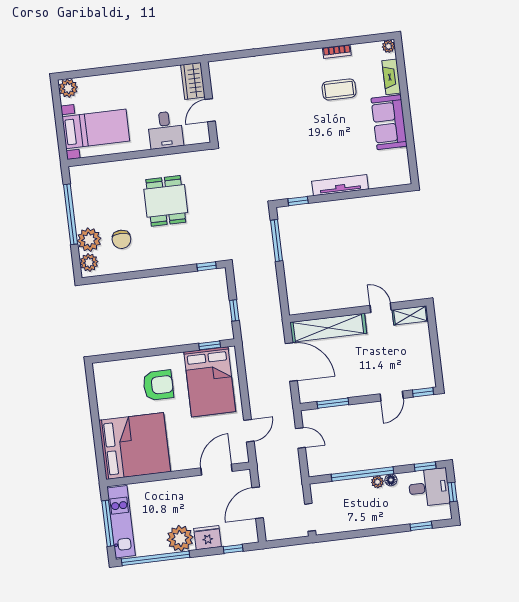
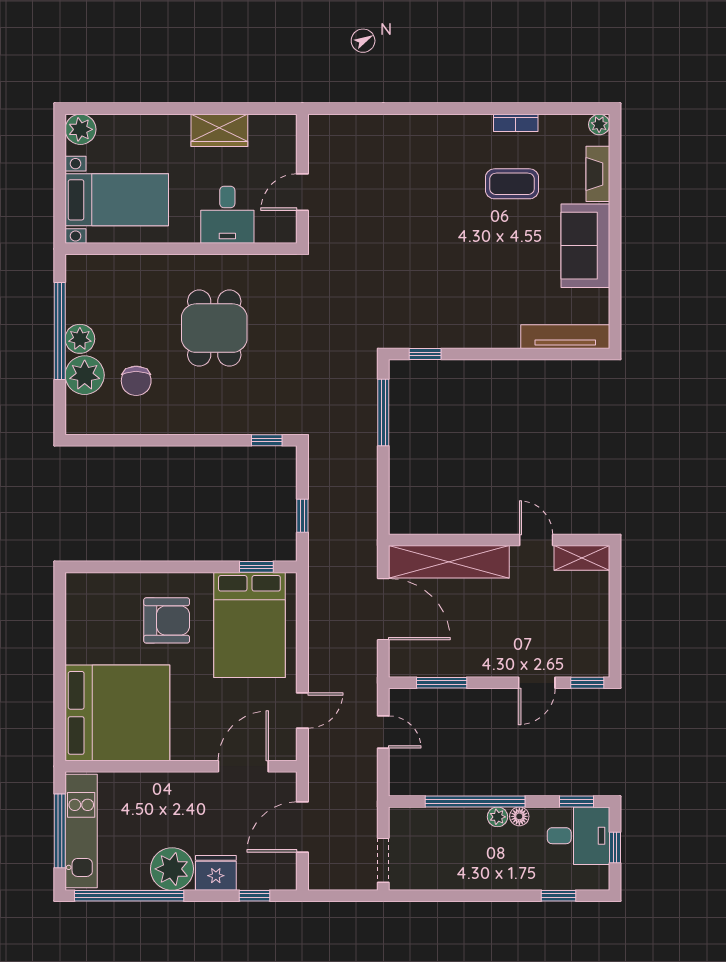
wardrobe: (193, 81) -> (219, 130), moved, turned -90
tv unit: (340, 185) -> (565, 337), moved
plant: (89, 262) -> (80, 339), moved

